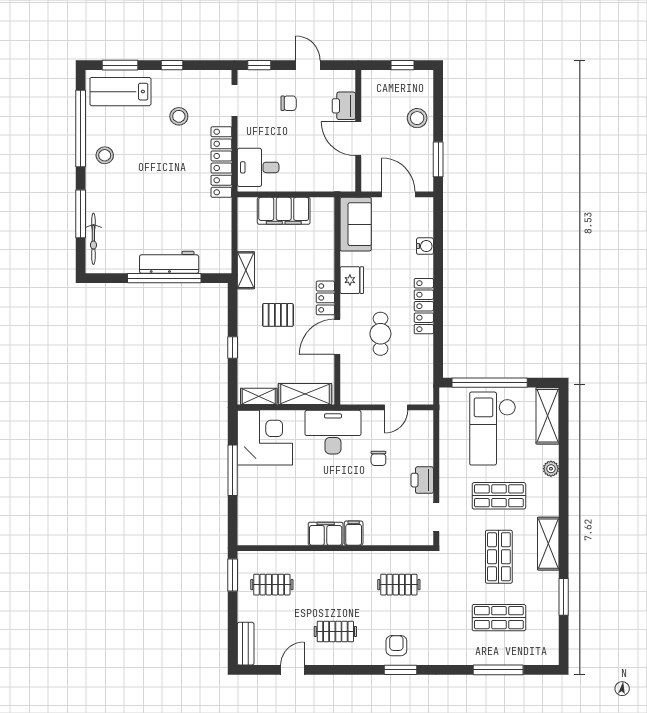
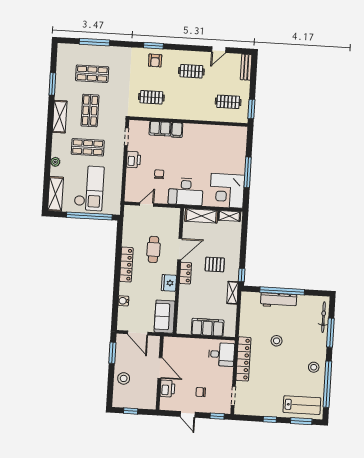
stool: (179, 116) -> (277, 341), moved
window: (233, 347) -> (242, 275), moved
filing cabinet: (326, 534) -> (160, 129), moved

